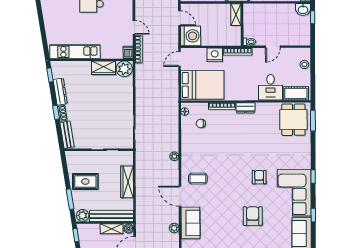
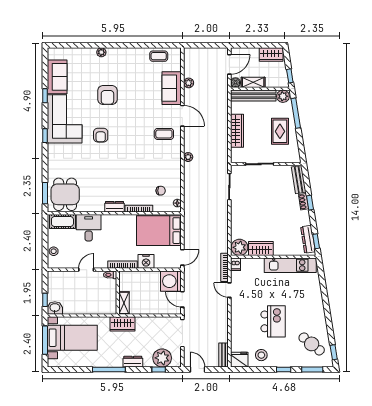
dresser: (60, 92) -> (308, 239), moved
rug: (85, 181) -> (280, 131), turned 90
window: (70, 199) -> (296, 113), width x1.44

